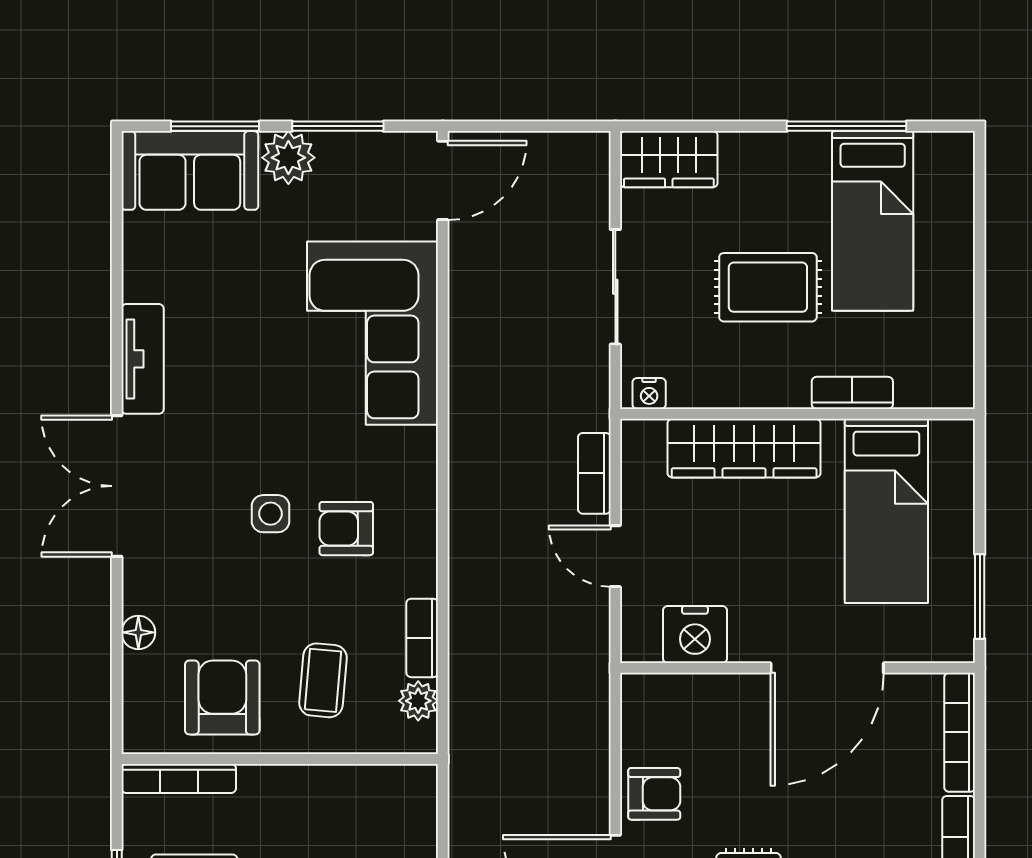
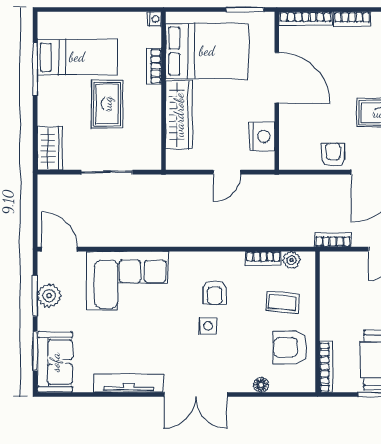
plant: (288, 158) -> (49, 296), moved
tv unit: (143, 359) -> (129, 383), width x1.41
nightstand: (649, 393) -> (154, 19), moved
bookcase: (594, 473) -> (333, 240), moved, turned 180
bed: (886, 511) -> (207, 51), width x1.50

